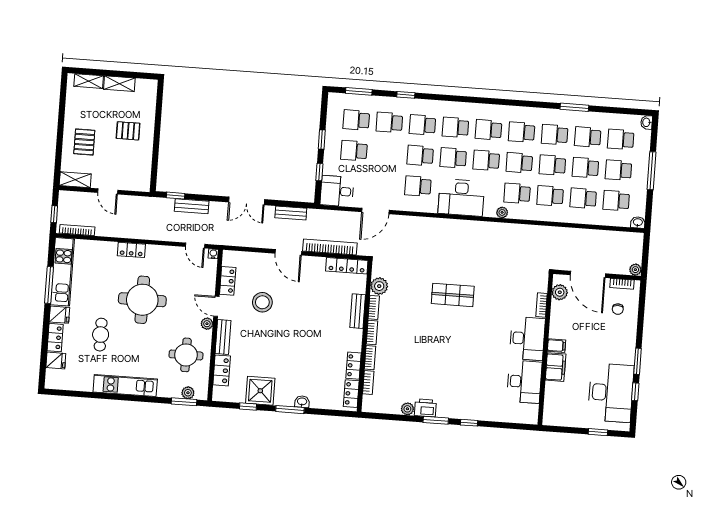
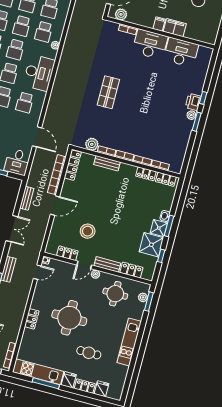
shower: (284, 396) -> (159, 228), added
printer: (425, 408) -> (193, 102), moved
plant: (407, 409) -> (191, 115), moved

